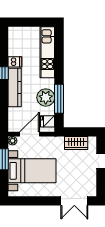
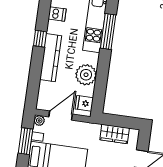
dishwasher: (15, 62) -> (57, 14), moved
window: (59, 99) -> (108, 32), moved

